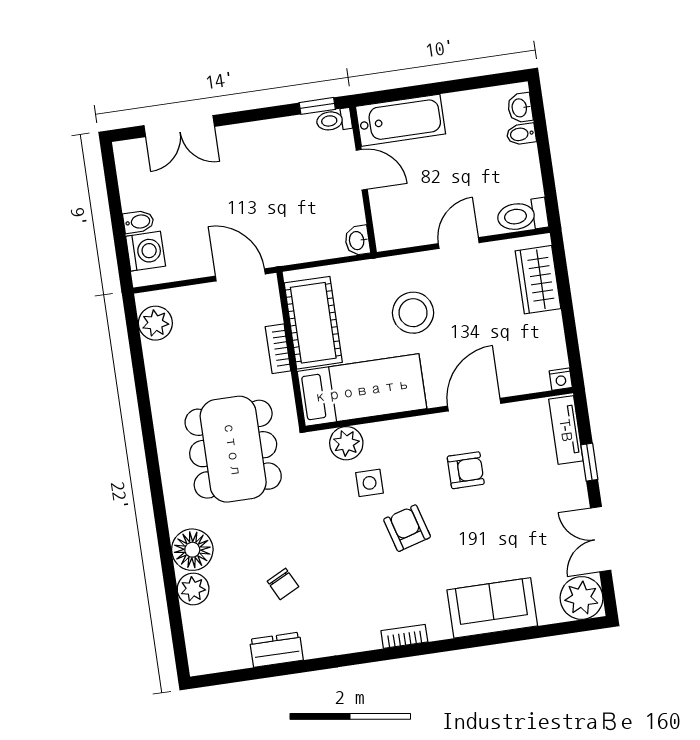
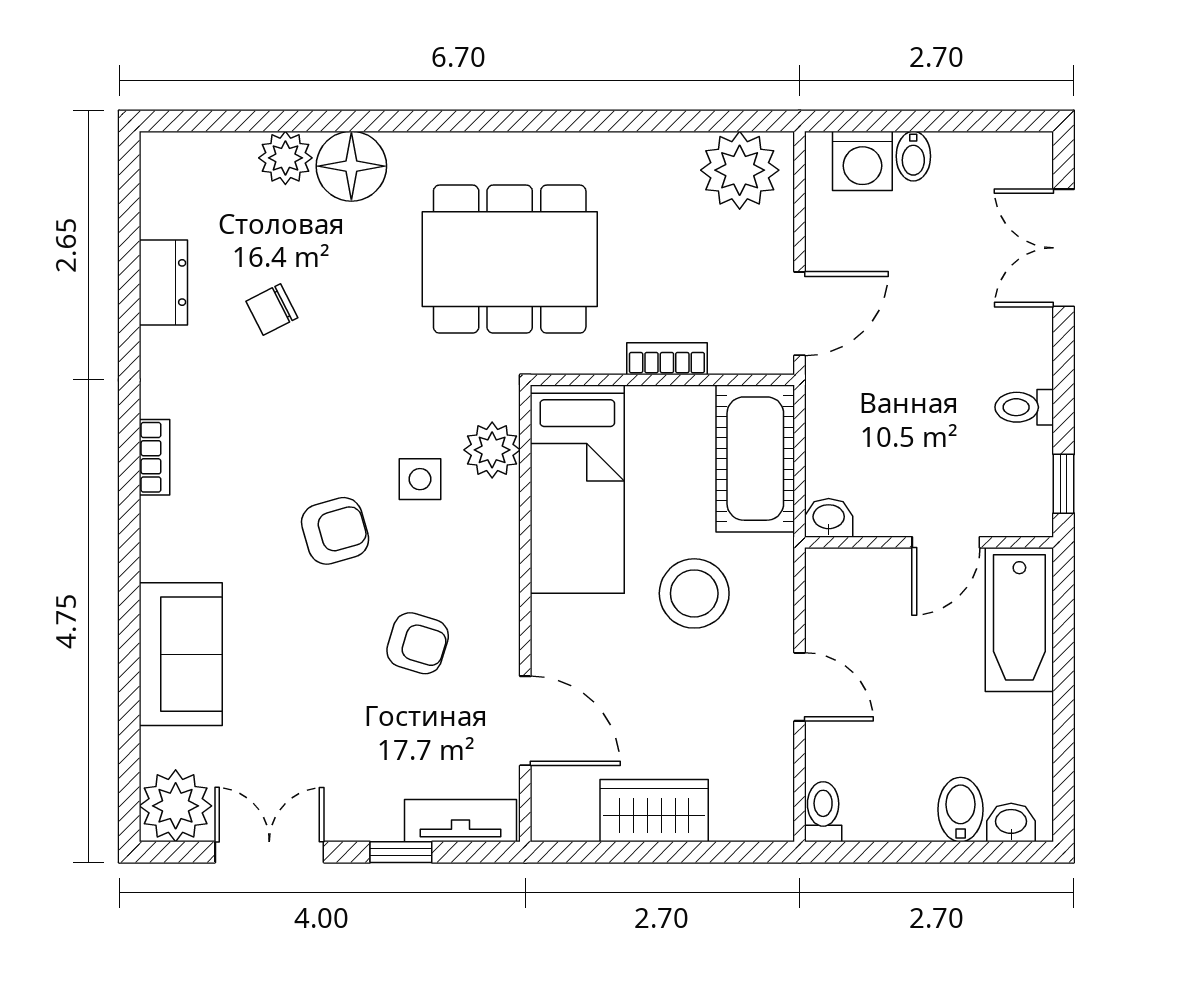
toilet: (334, 120) -> (1024, 407), moved, turned -90
bidet: (521, 134) -> (961, 810), width x1.38, depth x1.36
toilet: (522, 216) -> (823, 812), width x0.73, depth x0.72
wardrobe: (538, 280) -> (654, 811), moved
plant: (155, 323) -> (740, 170), width x1.36, depth x1.36
cot: (313, 323) -> (755, 459), moved, turned 90
nightstand: (561, 379) -> (547, 824), removed
door: (474, 405) -> (525, 721), moved
armchair: (466, 470) -> (418, 643), turned -73
bookcase: (404, 636) -> (155, 457), moved

